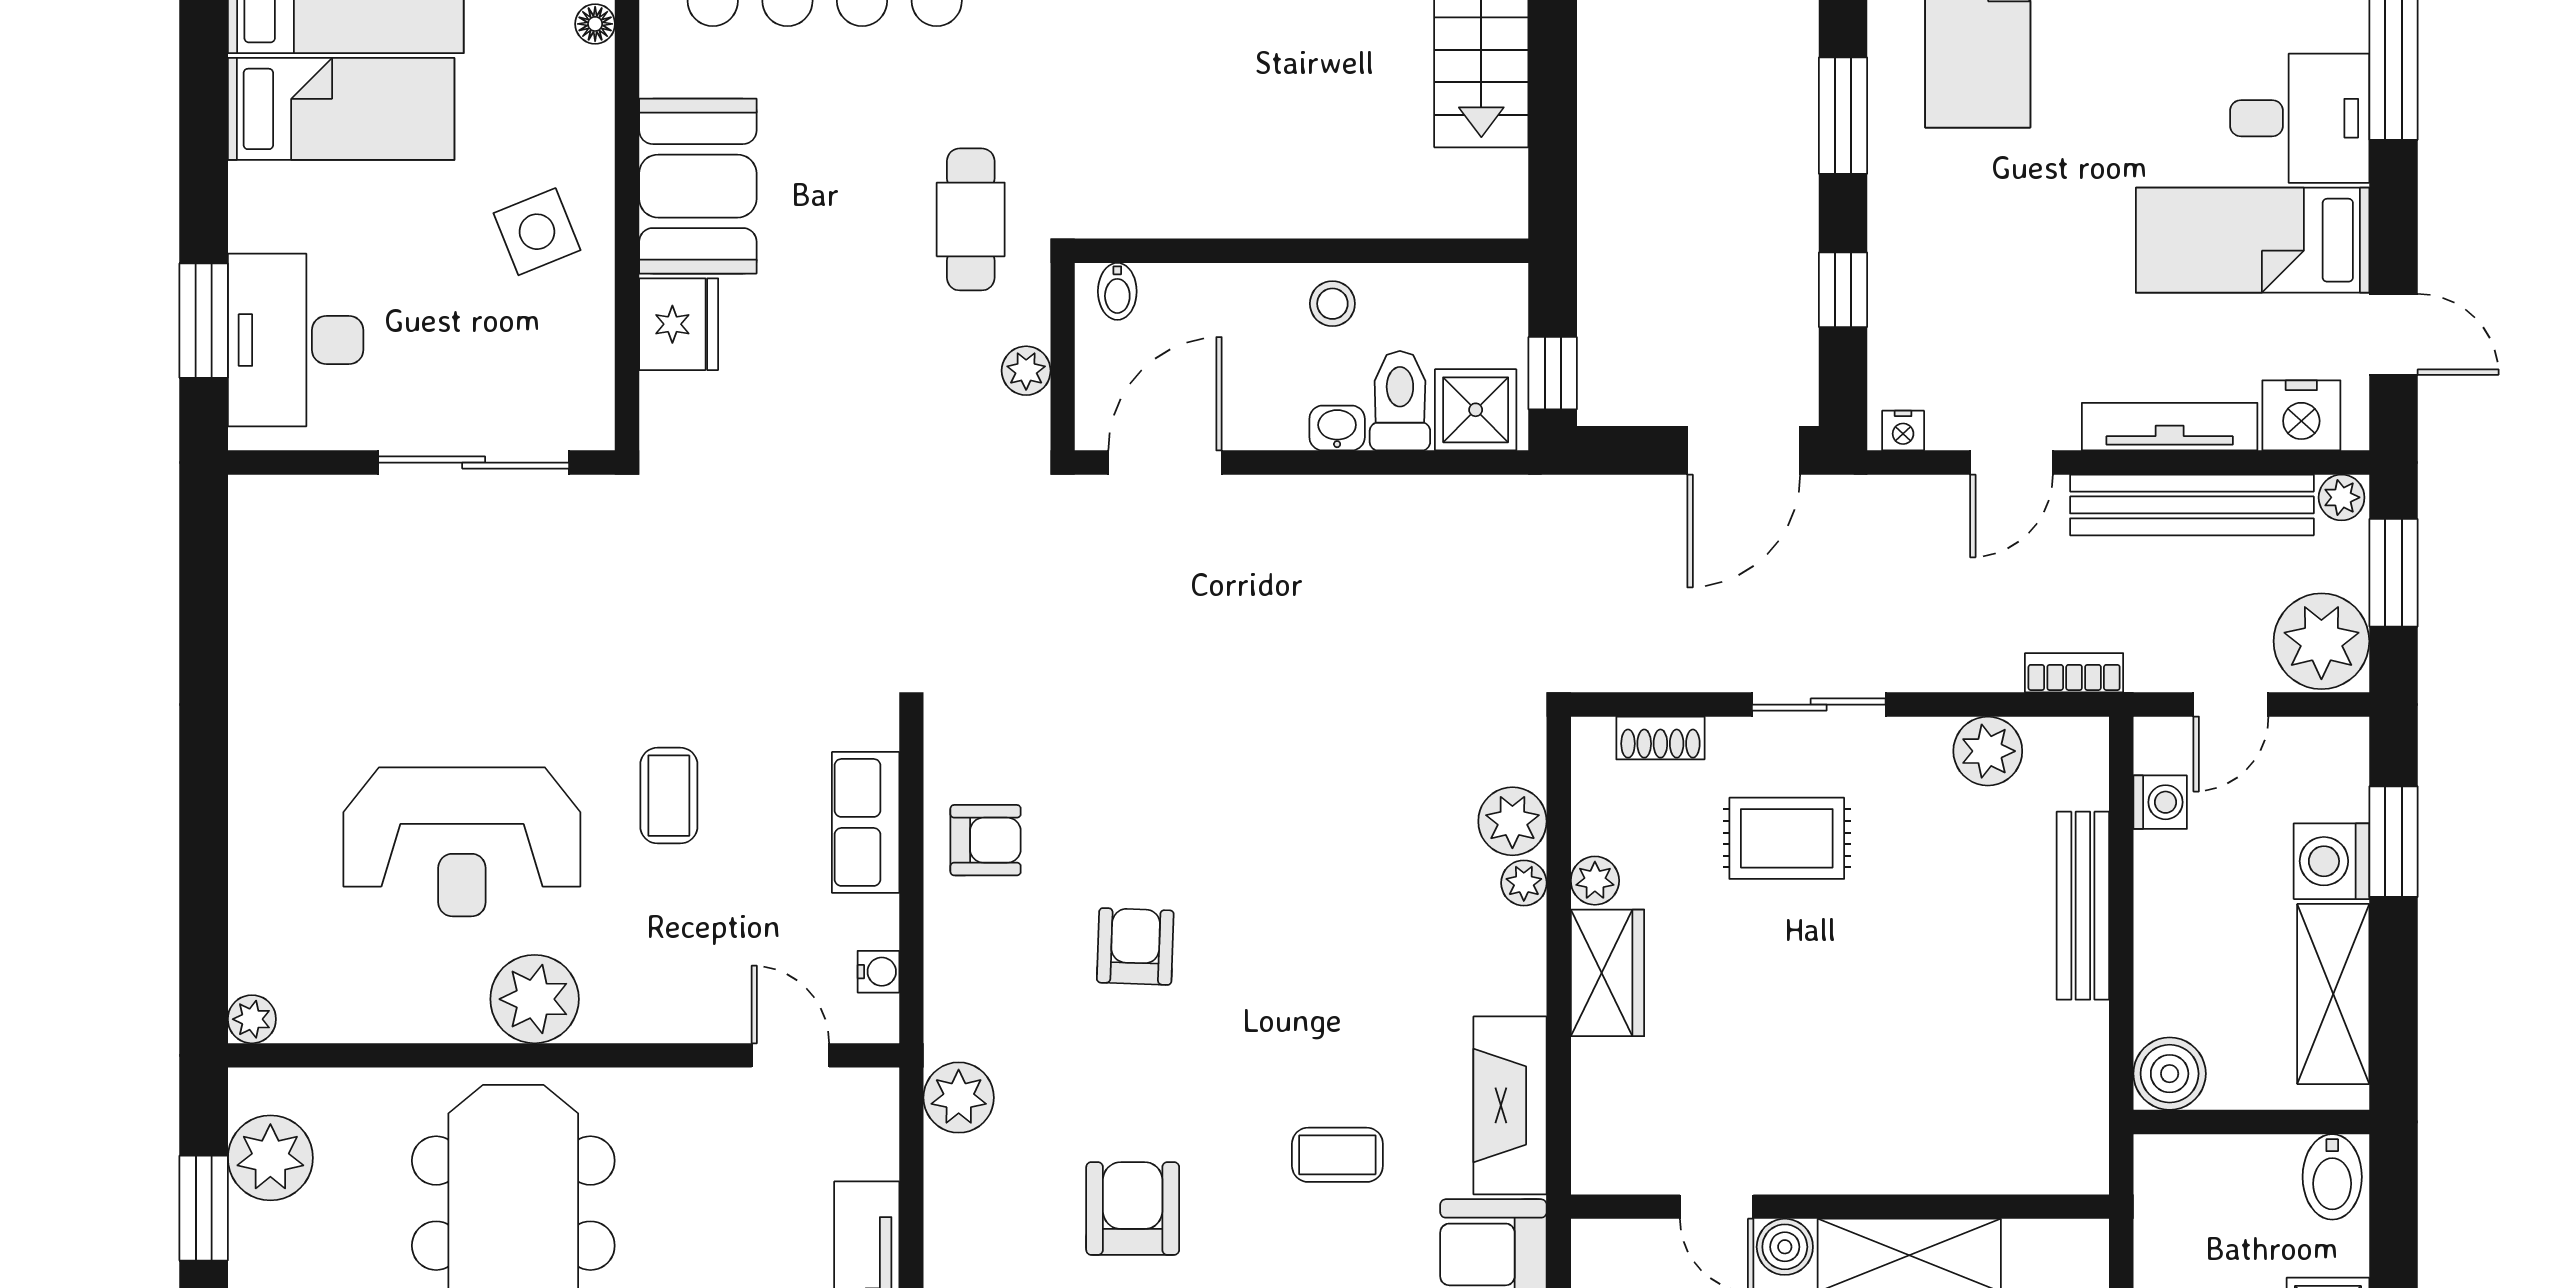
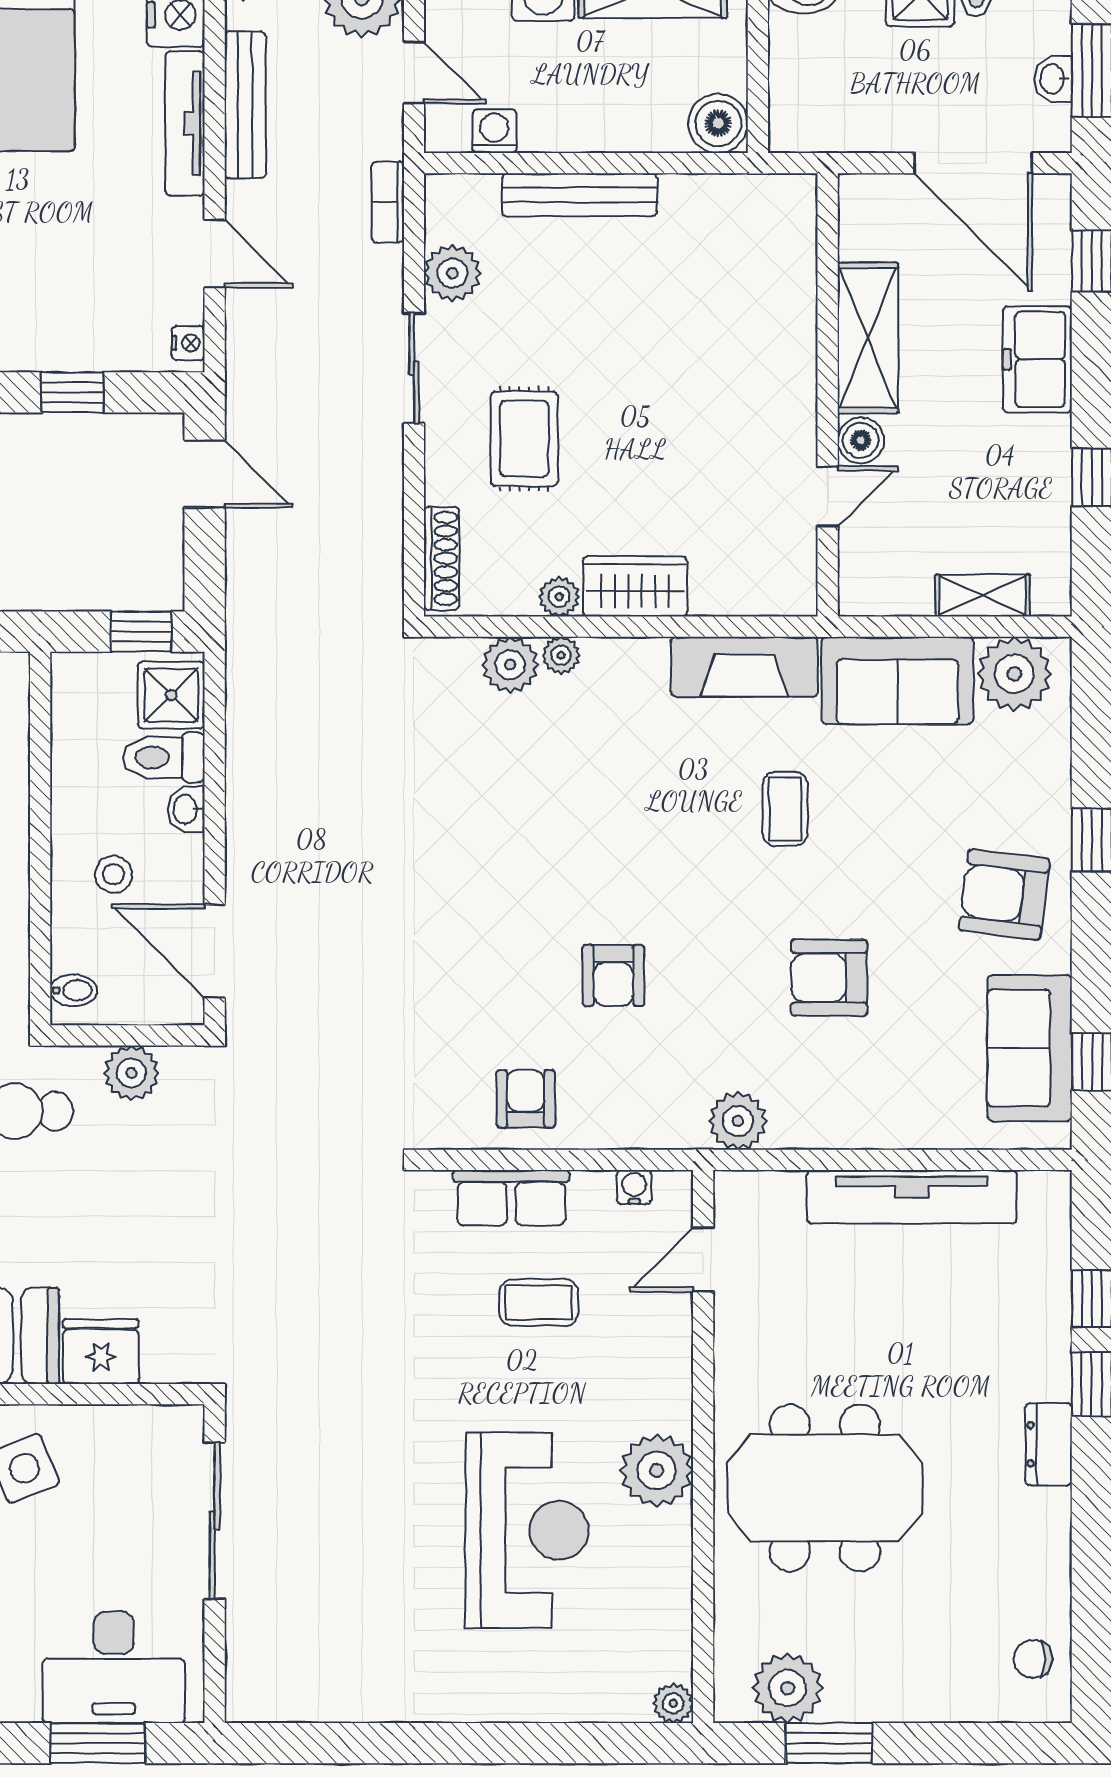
stool: (1332, 304) -> (113, 874), moved
plant: (1026, 371) -> (131, 1073), width x1.38, depth x1.38
door: (1744, 450) -> (205, 474), width x0.73
bench: (2192, 505) -> (245, 105), width x0.73, depth x0.82
sliding door: (1819, 705) -> (414, 368), moved
shoe rack: (1660, 738) -> (442, 558), width x1.43
coffee table: (669, 796) -> (539, 1302), moved
armchair: (1135, 946) -> (613, 975), turned -92

